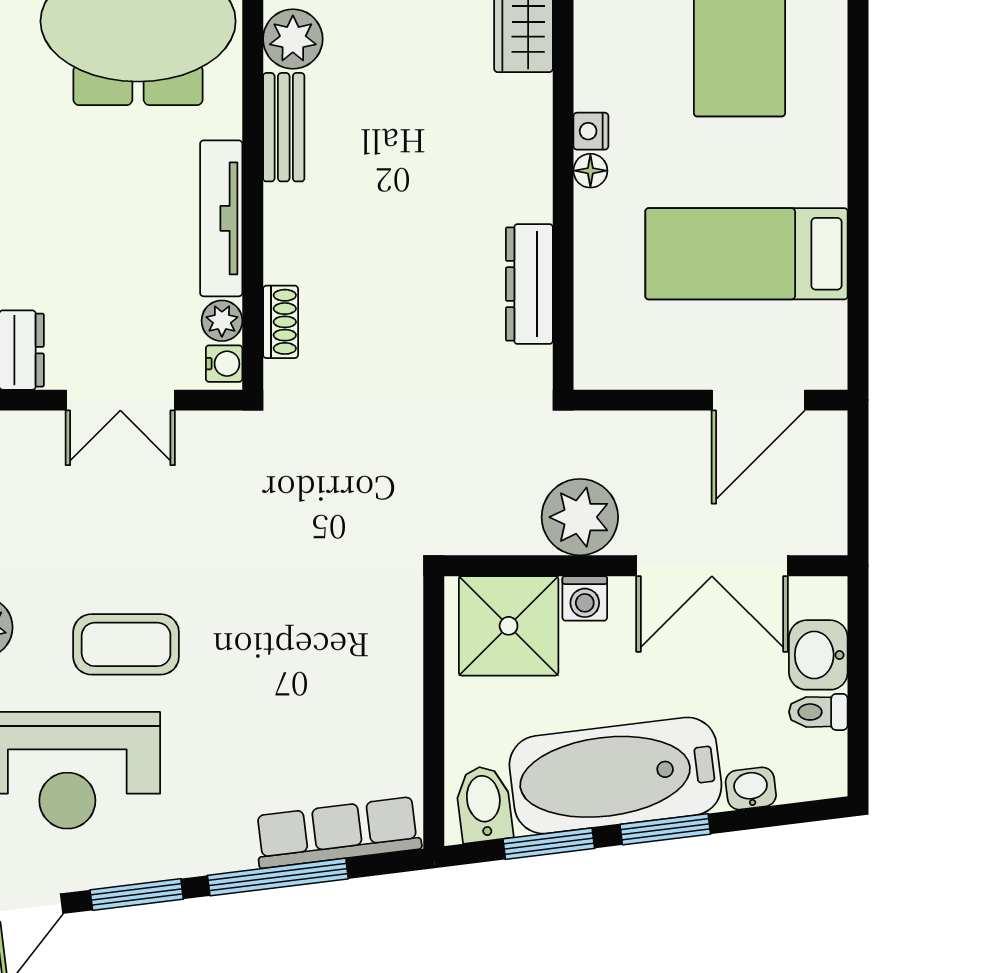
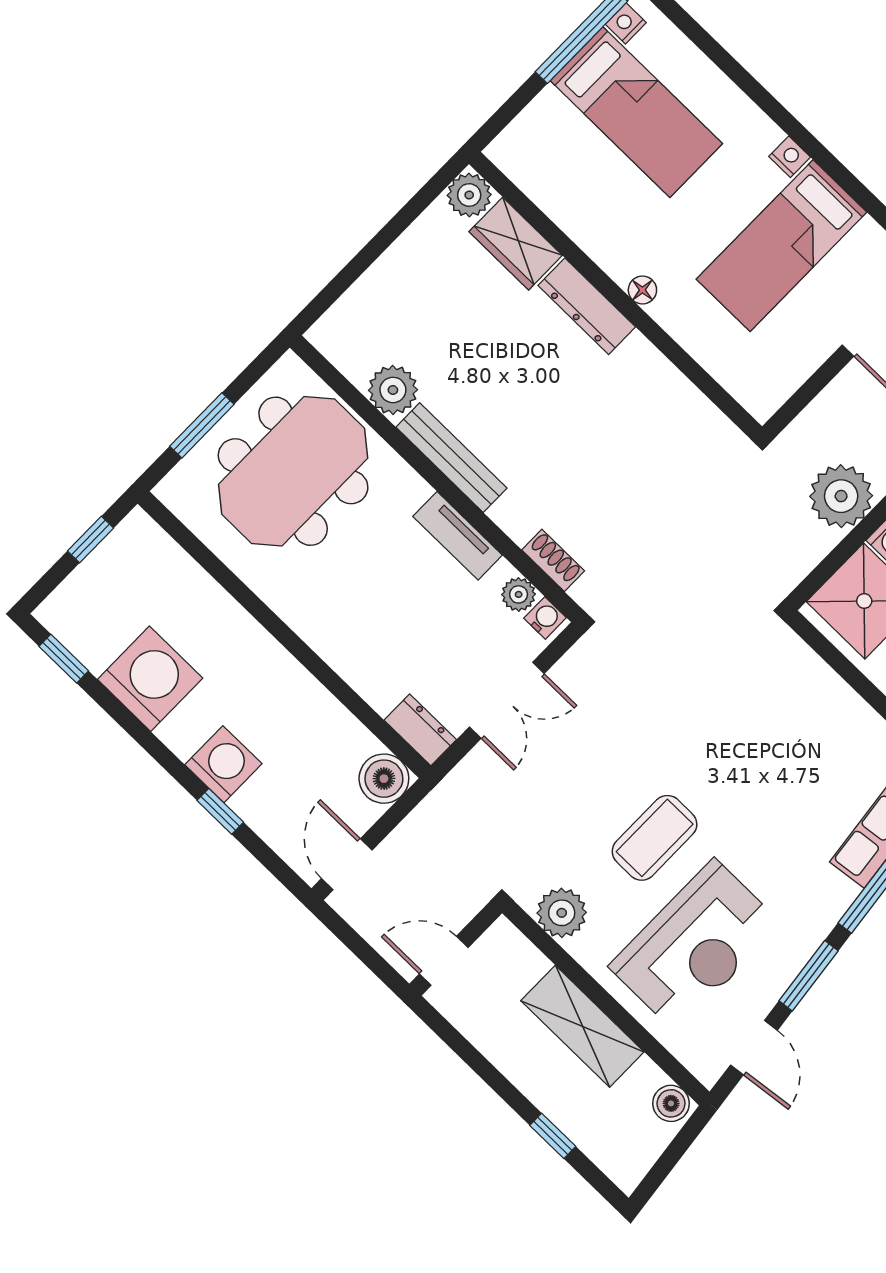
bench: (284, 127) -> (451, 458), width x1.36
nightstand: (591, 131) -> (790, 157), moved, turned 180
tv unit: (221, 218) -> (458, 536), width x0.71
dresser: (529, 284) -> (587, 306), moved

